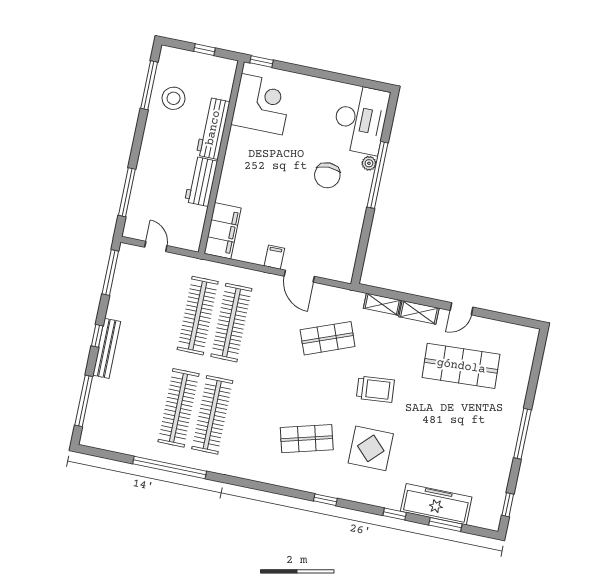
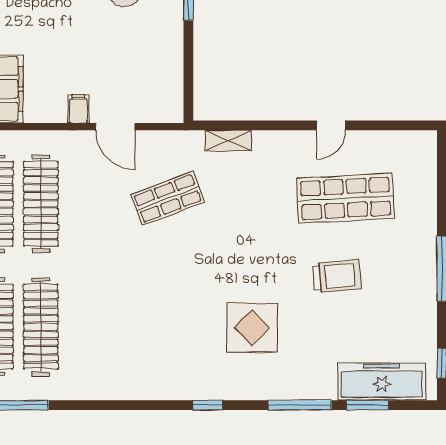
shelving: (419, 312) -> (278, 141), removed
trolley: (375, 389) -> (337, 276), moved
shop shelf: (307, 439) -> (168, 332), removed
freezer: (436, 504) -> (382, 382), moved
window: (395, 514) -> (300, 405), width x2.17

